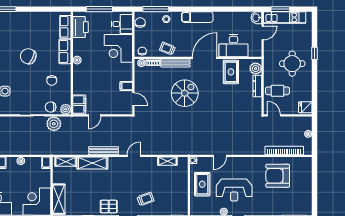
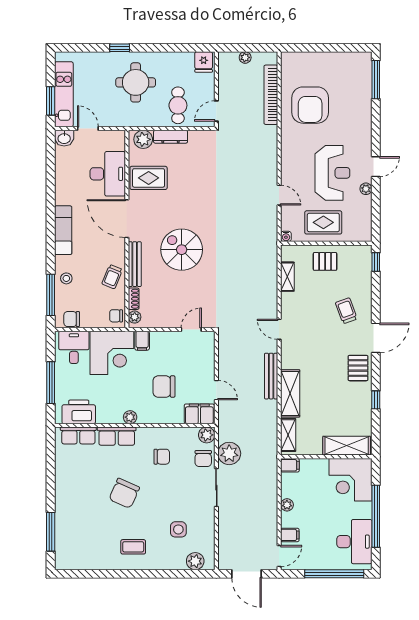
chair: (97, 82) -> (164, 387), added
filing cabinet: (126, 86) -> (142, 341), moved
pallet: (177, 185) -> (325, 261), added

